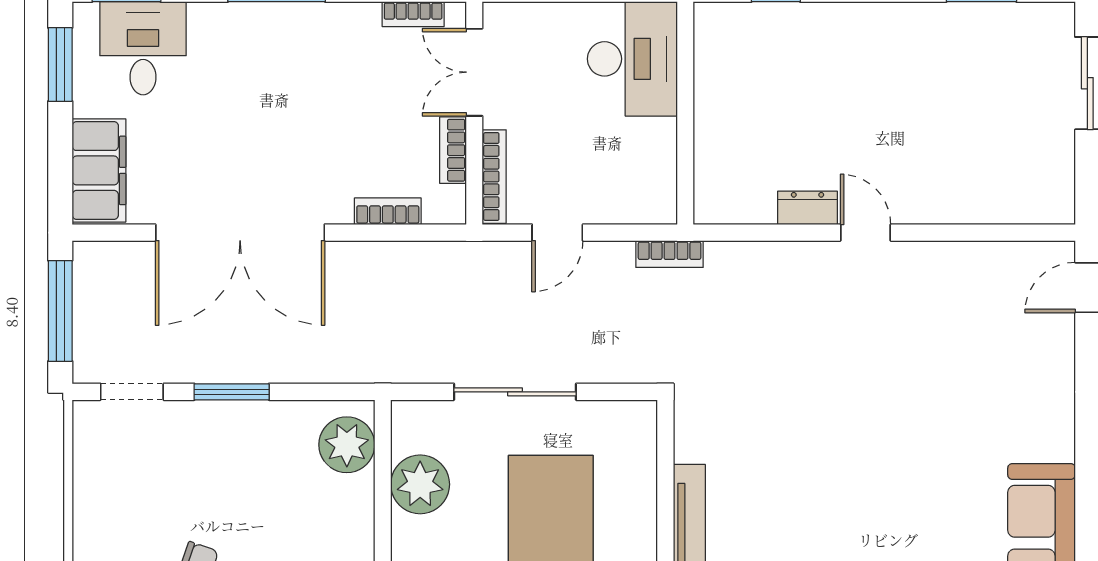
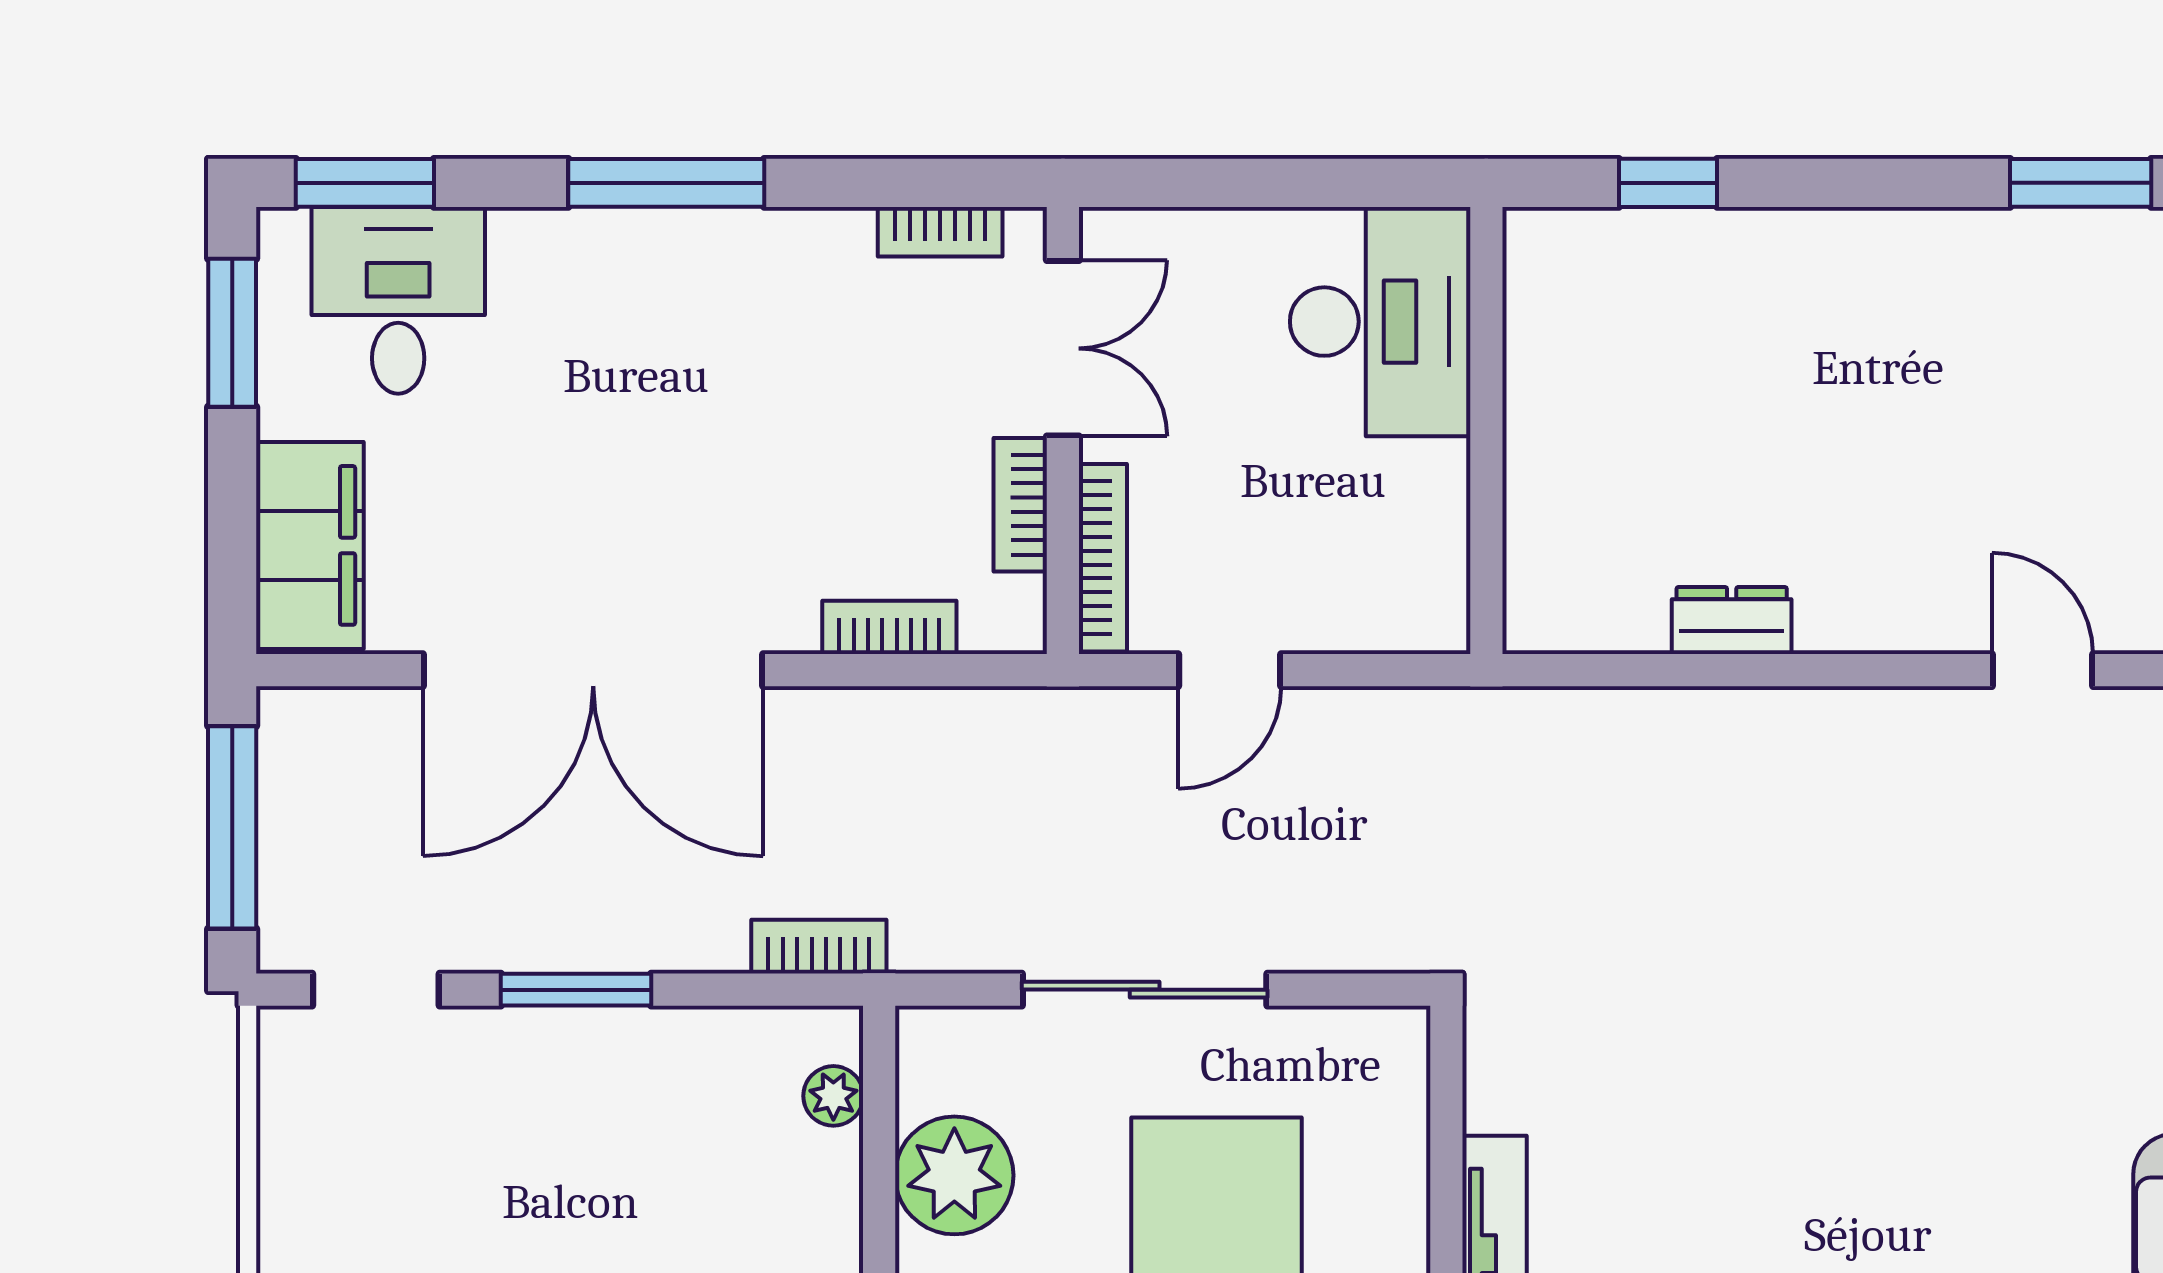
double door: (474, 72) -> (1063, 348), swing flipped
door: (866, 233) -> (2043, 670), moved
bookcase: (670, 254) -> (819, 947), moved, turned 180
plant: (347, 445) -> (833, 1096), width x0.53, depth x0.53

